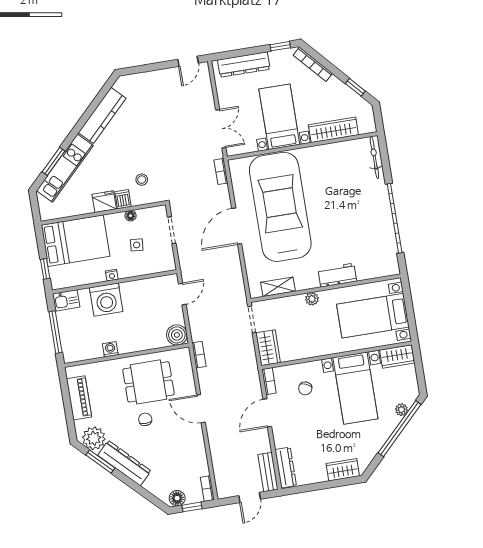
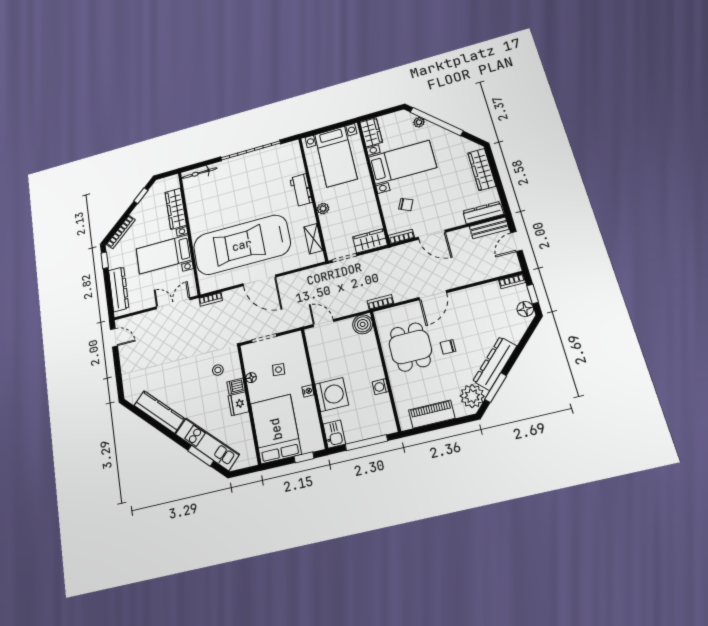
wardrobe: (343, 470) -> (482, 170), width x1.50
door: (250, 497) -> (516, 242), swing flipped

